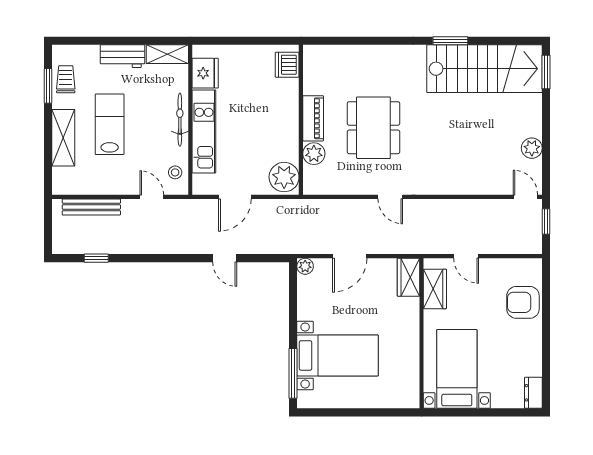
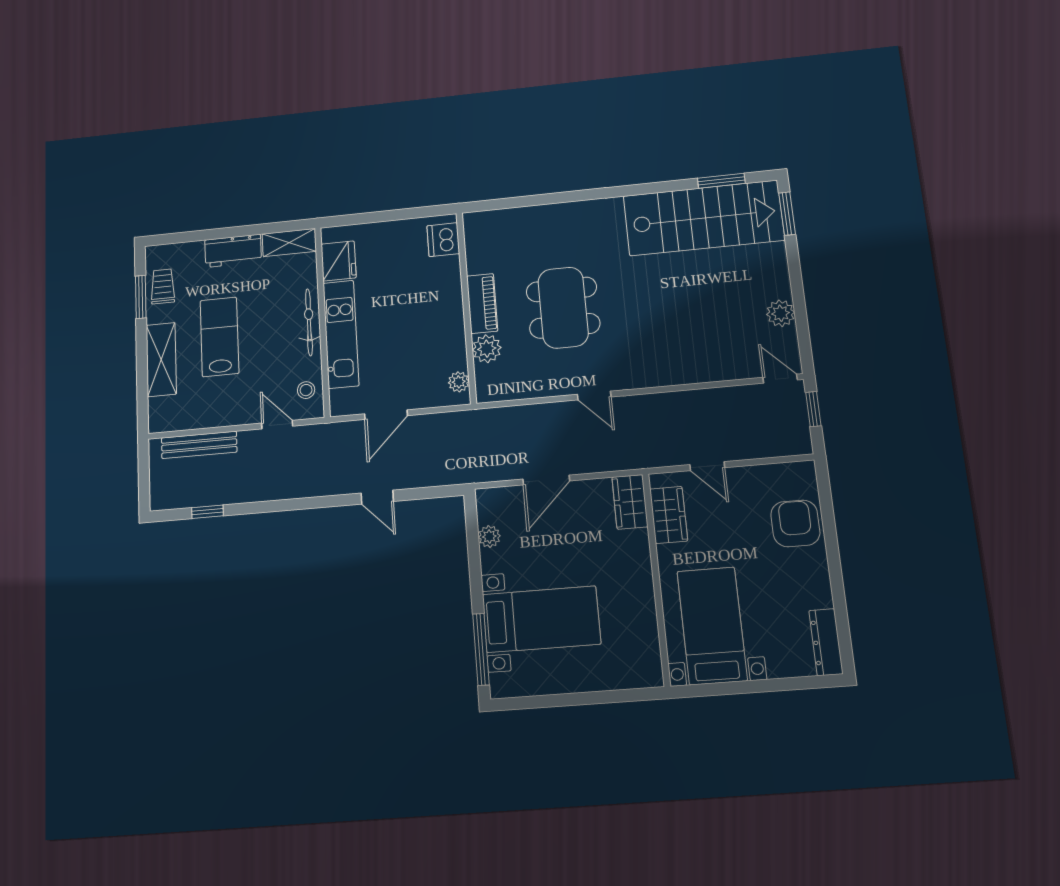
window: (450, 41) -> (721, 181), moved
plant: (284, 177) -> (459, 382), width x0.53, depth x0.53
plant: (305, 266) -> (489, 536), moved
armchair: (523, 302) -> (795, 523), turned 90
dresser: (533, 393) -> (826, 642), width x1.44

